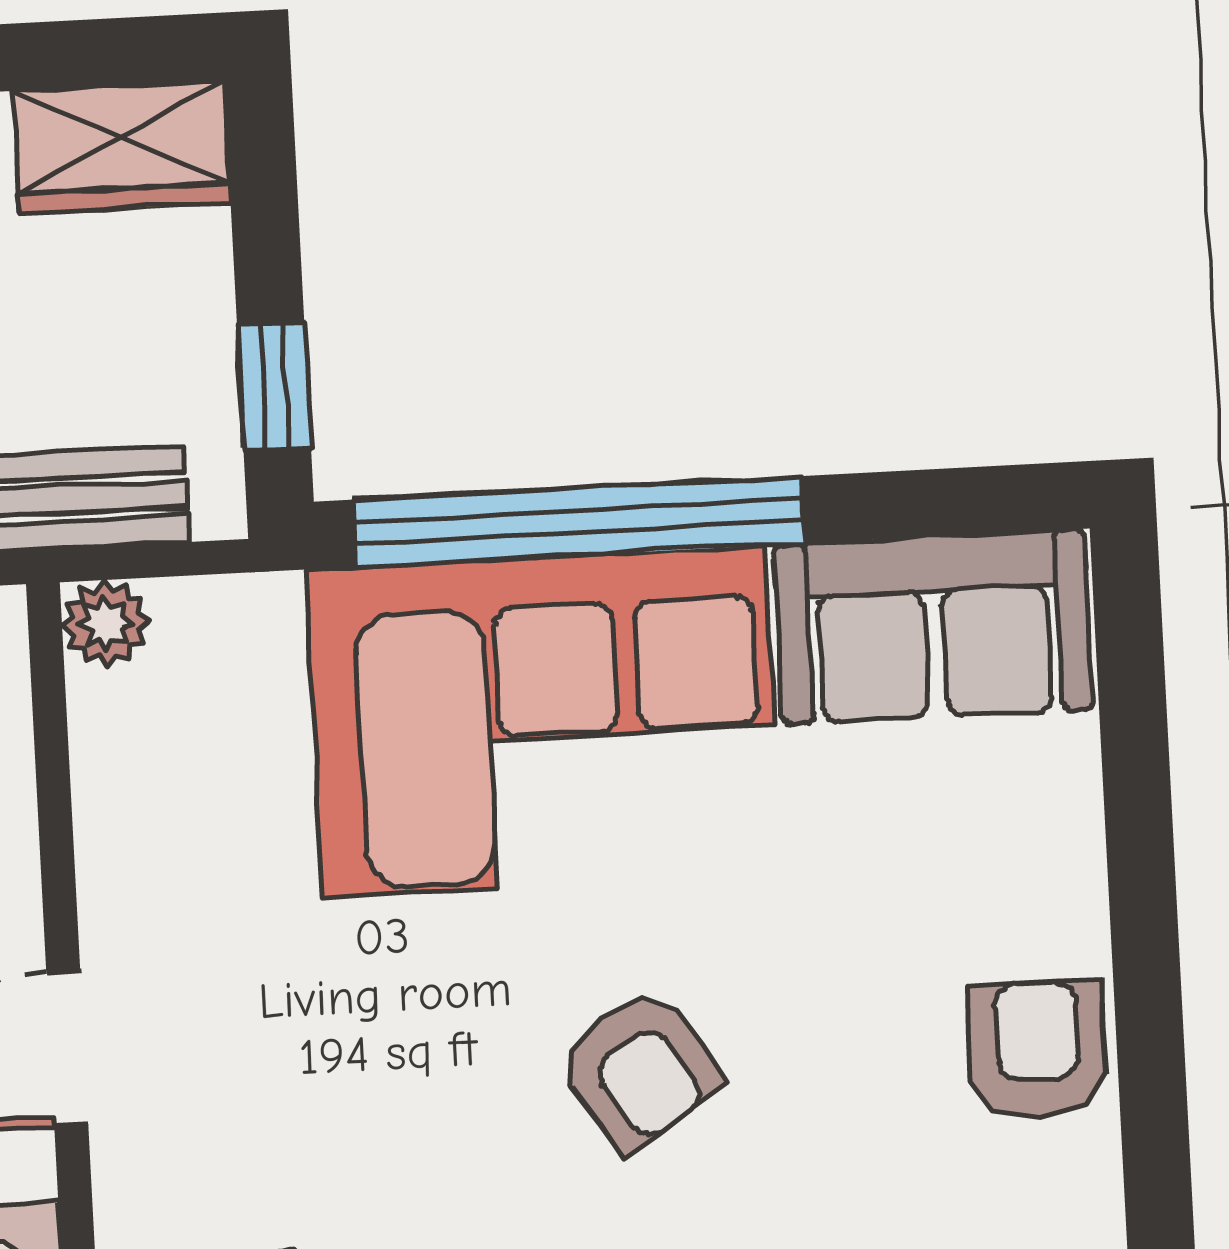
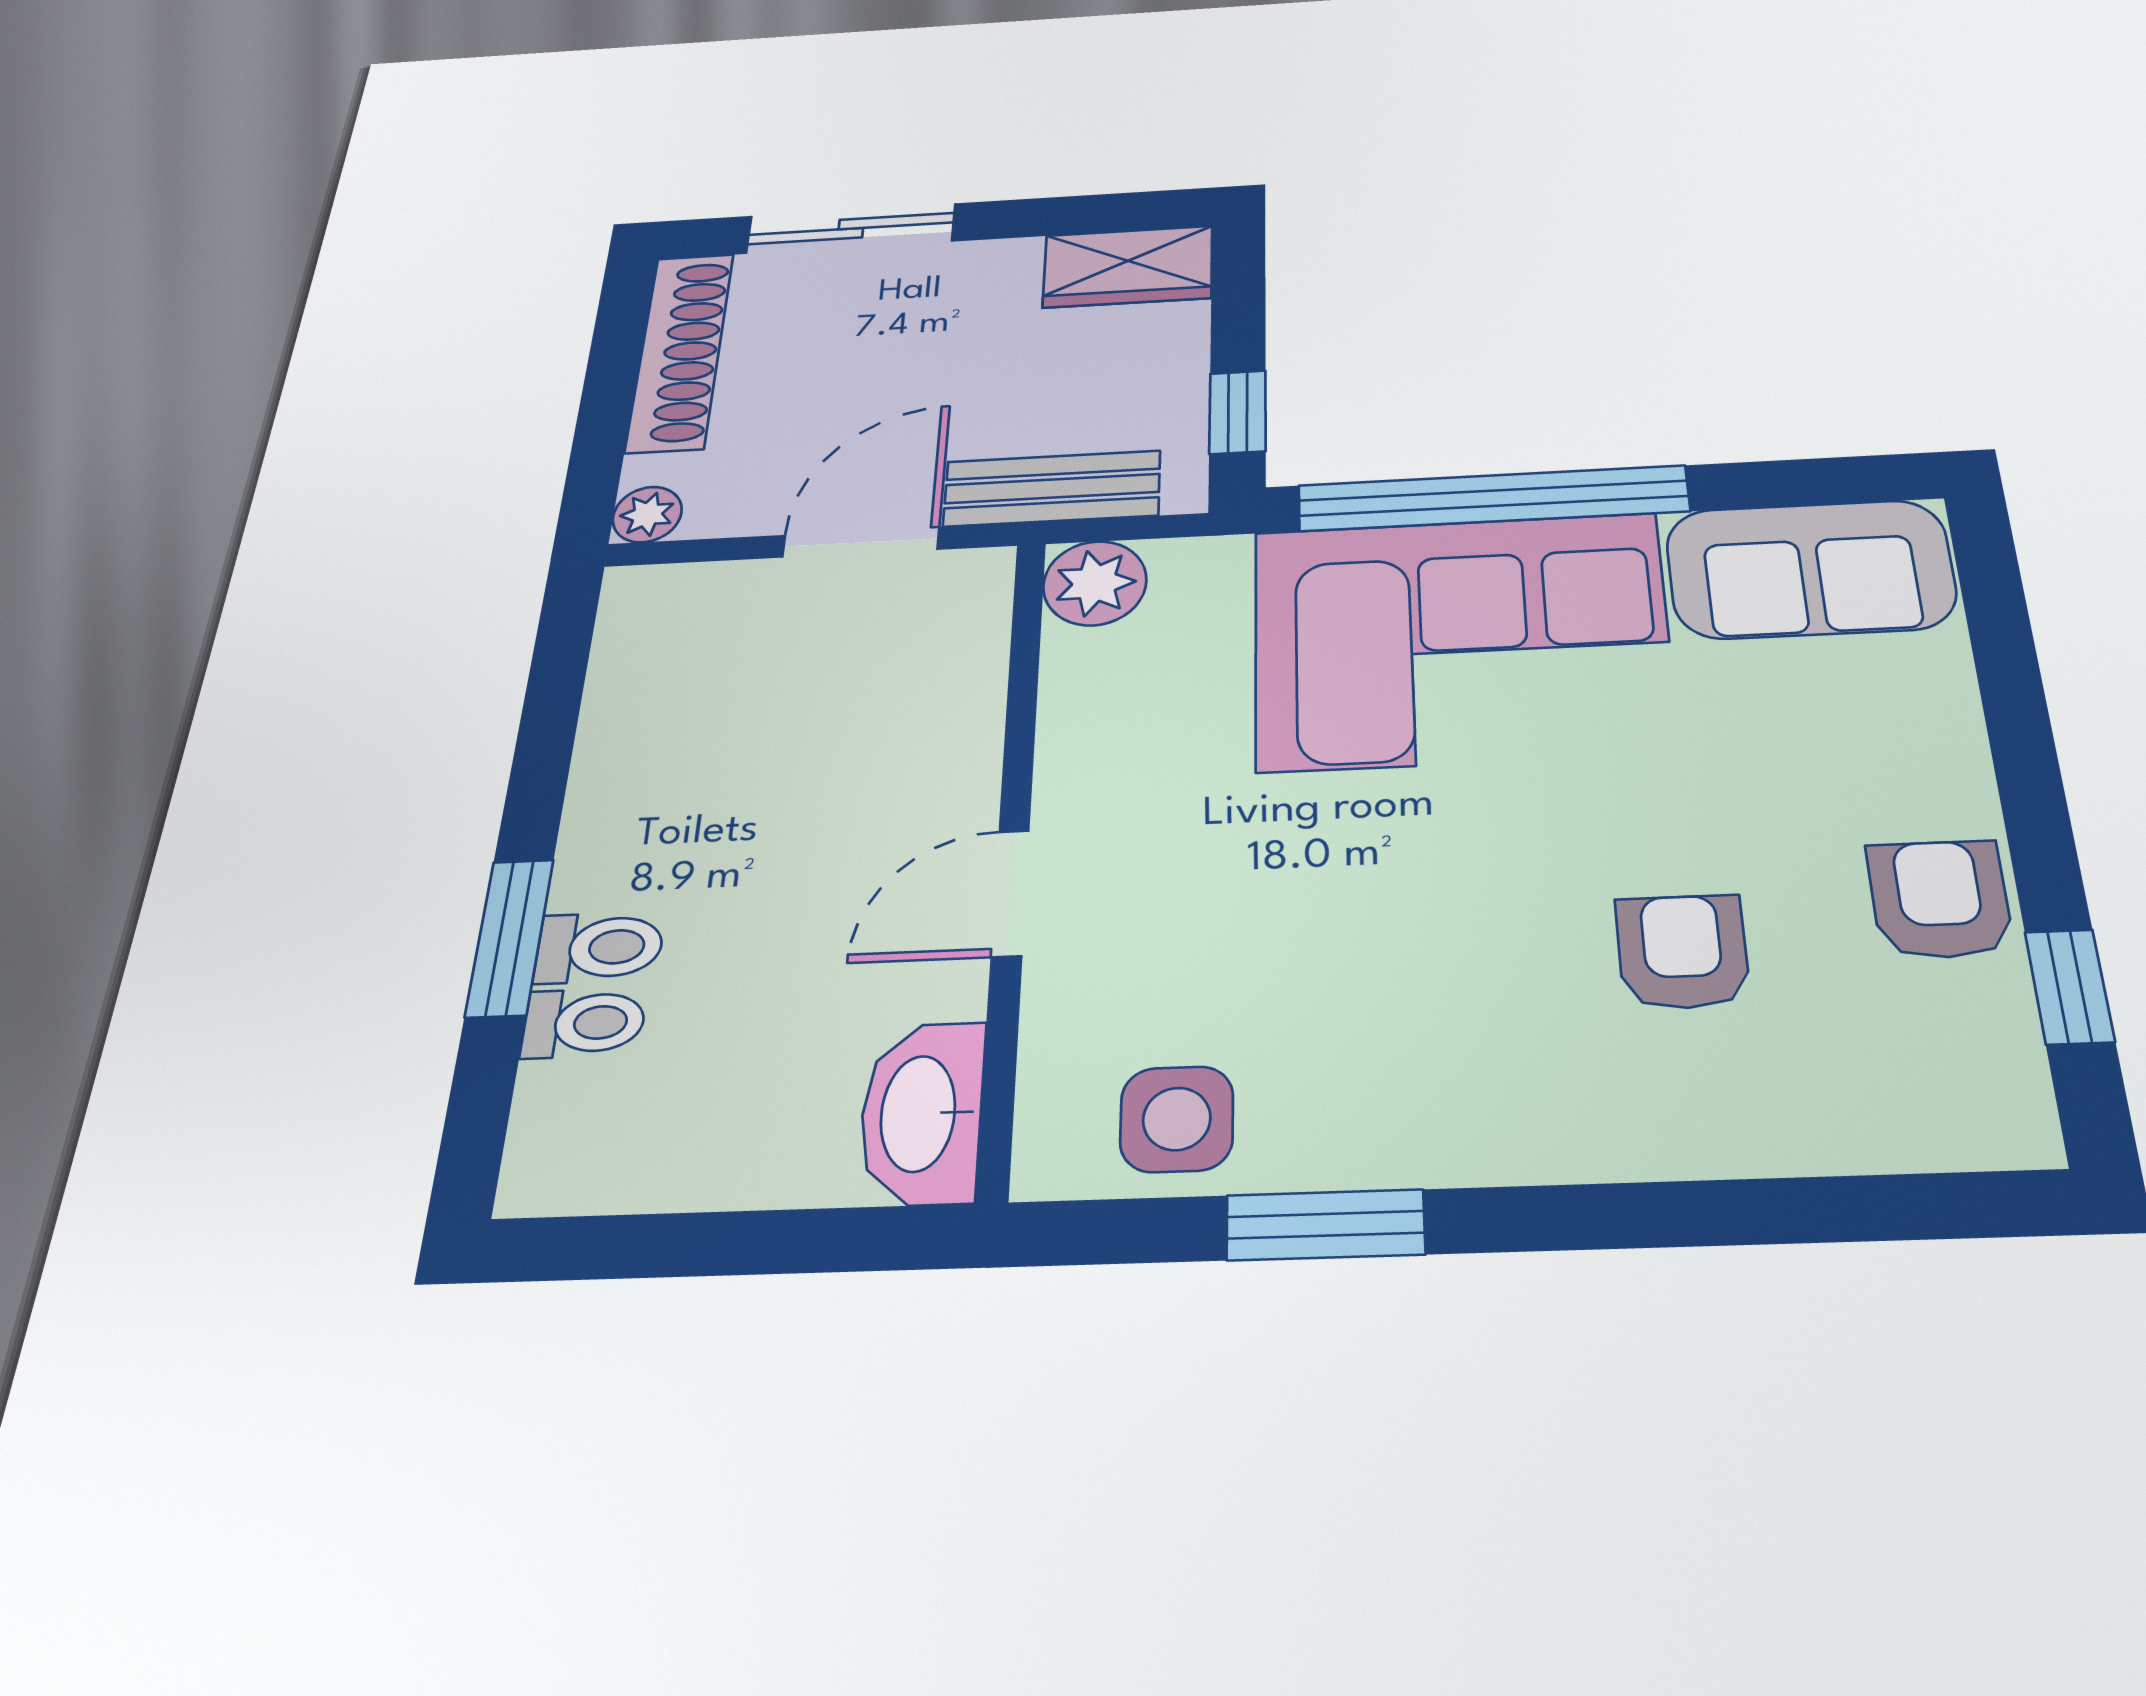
plant: (105, 624) -> (1095, 583), width x1.38, depth x1.38
armchair: (639, 1069) -> (1682, 952), moved, turned -147
window: (1156, 1149) -> (2069, 987), added

